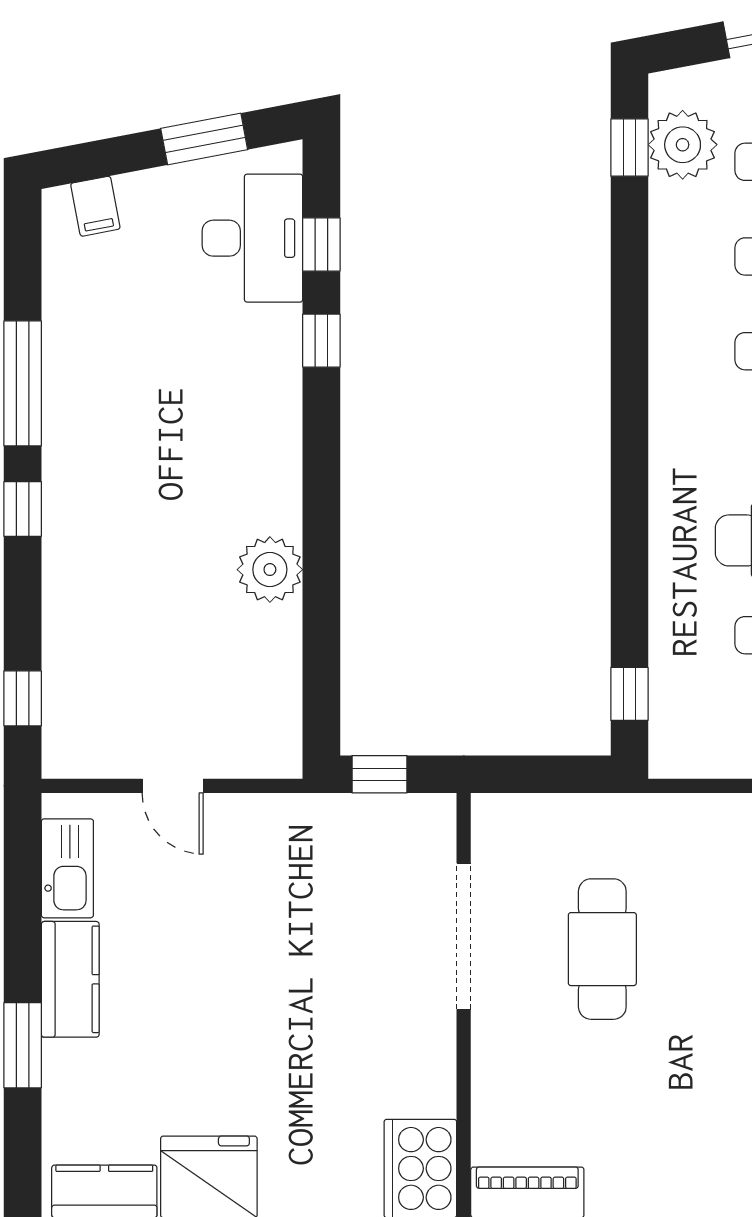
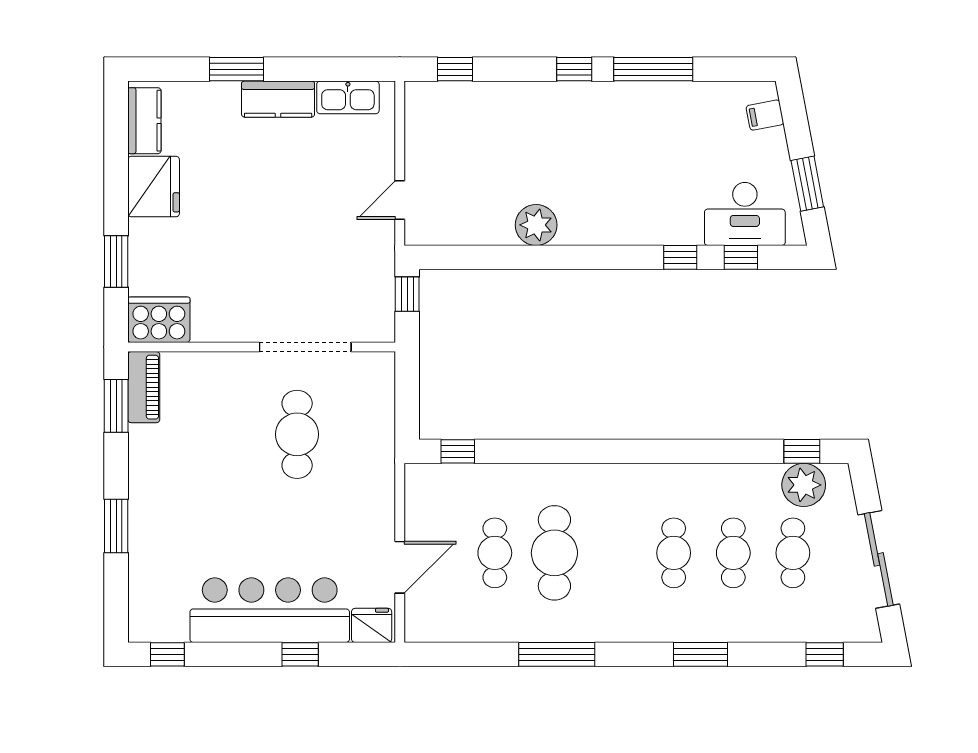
door: (173, 786) -> (400, 200), moved
cafe table: (602, 949) -> (297, 434), turned 90

